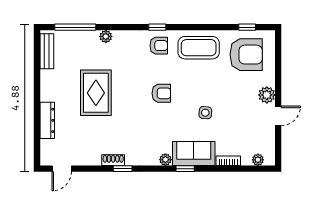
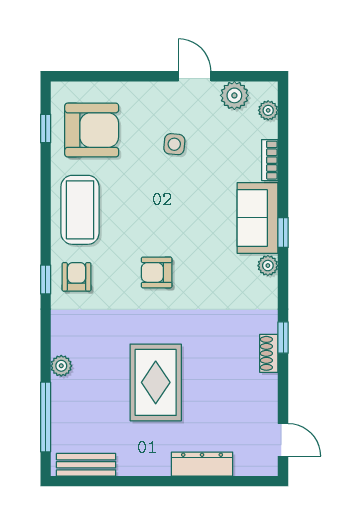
armchair: (246, 55) -> (92, 130), turned 90
rug: (96, 93) -> (156, 382), turned 90
armchair: (161, 93) -> (157, 272), turned -90
plant: (267, 95) -> (234, 95), moved
side table: (205, 113) -> (174, 144), moved

